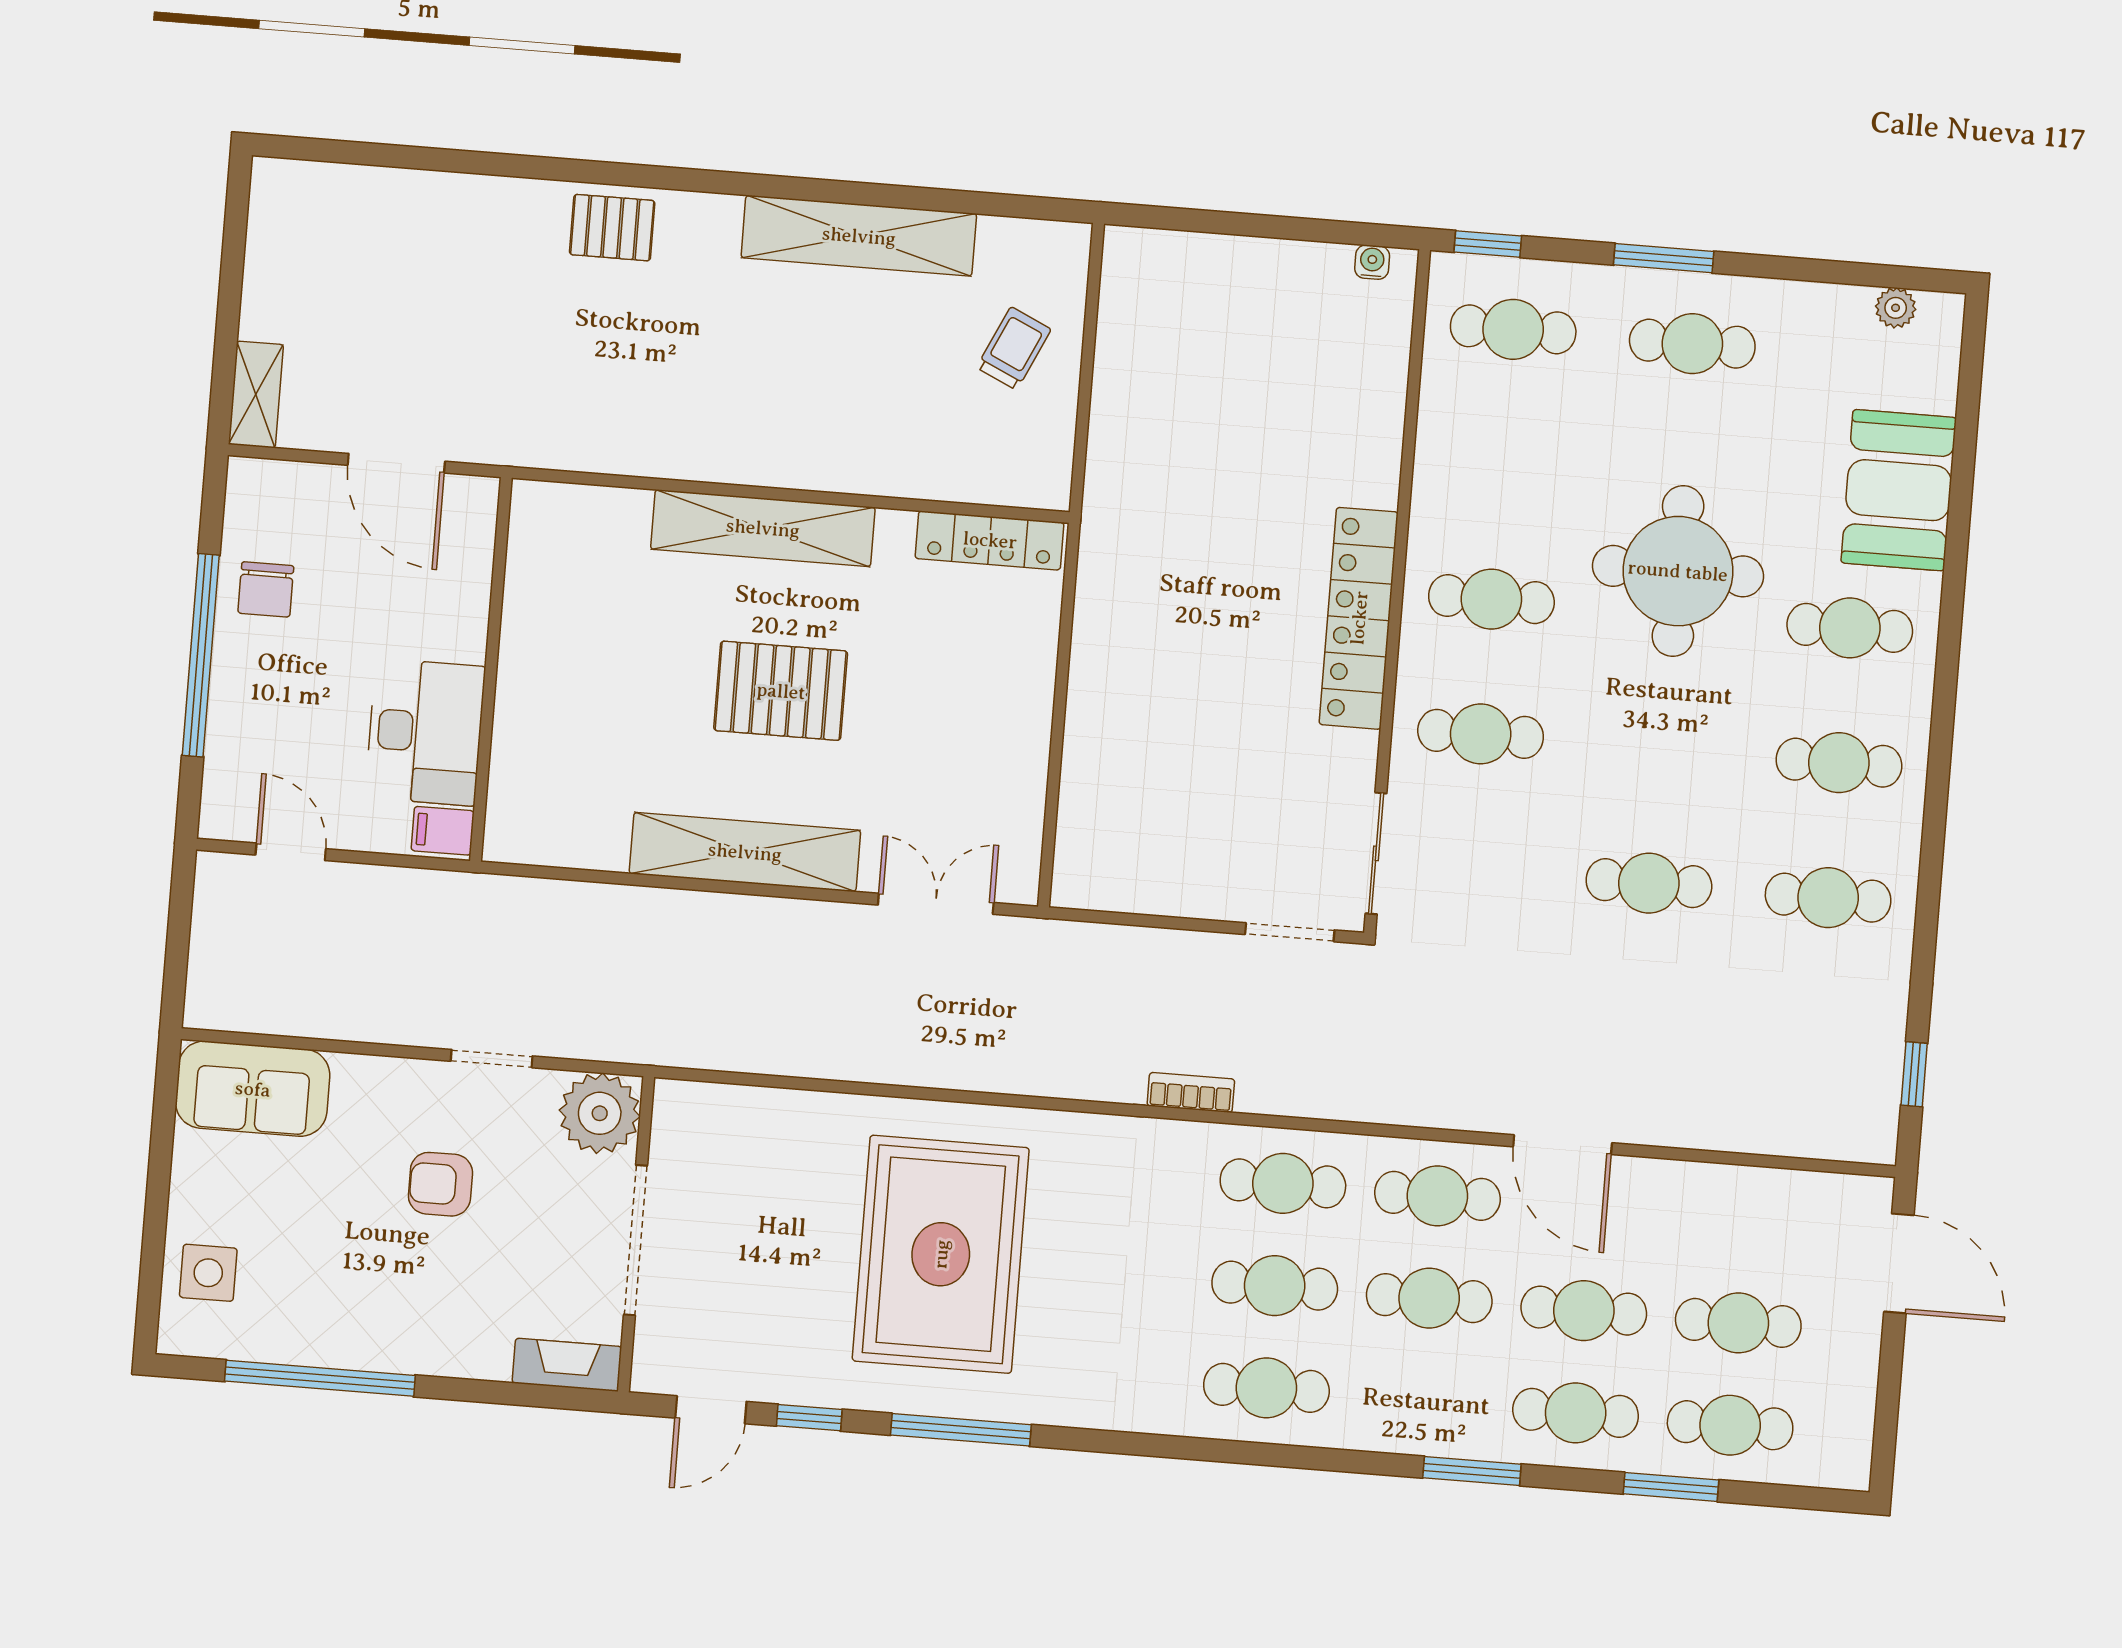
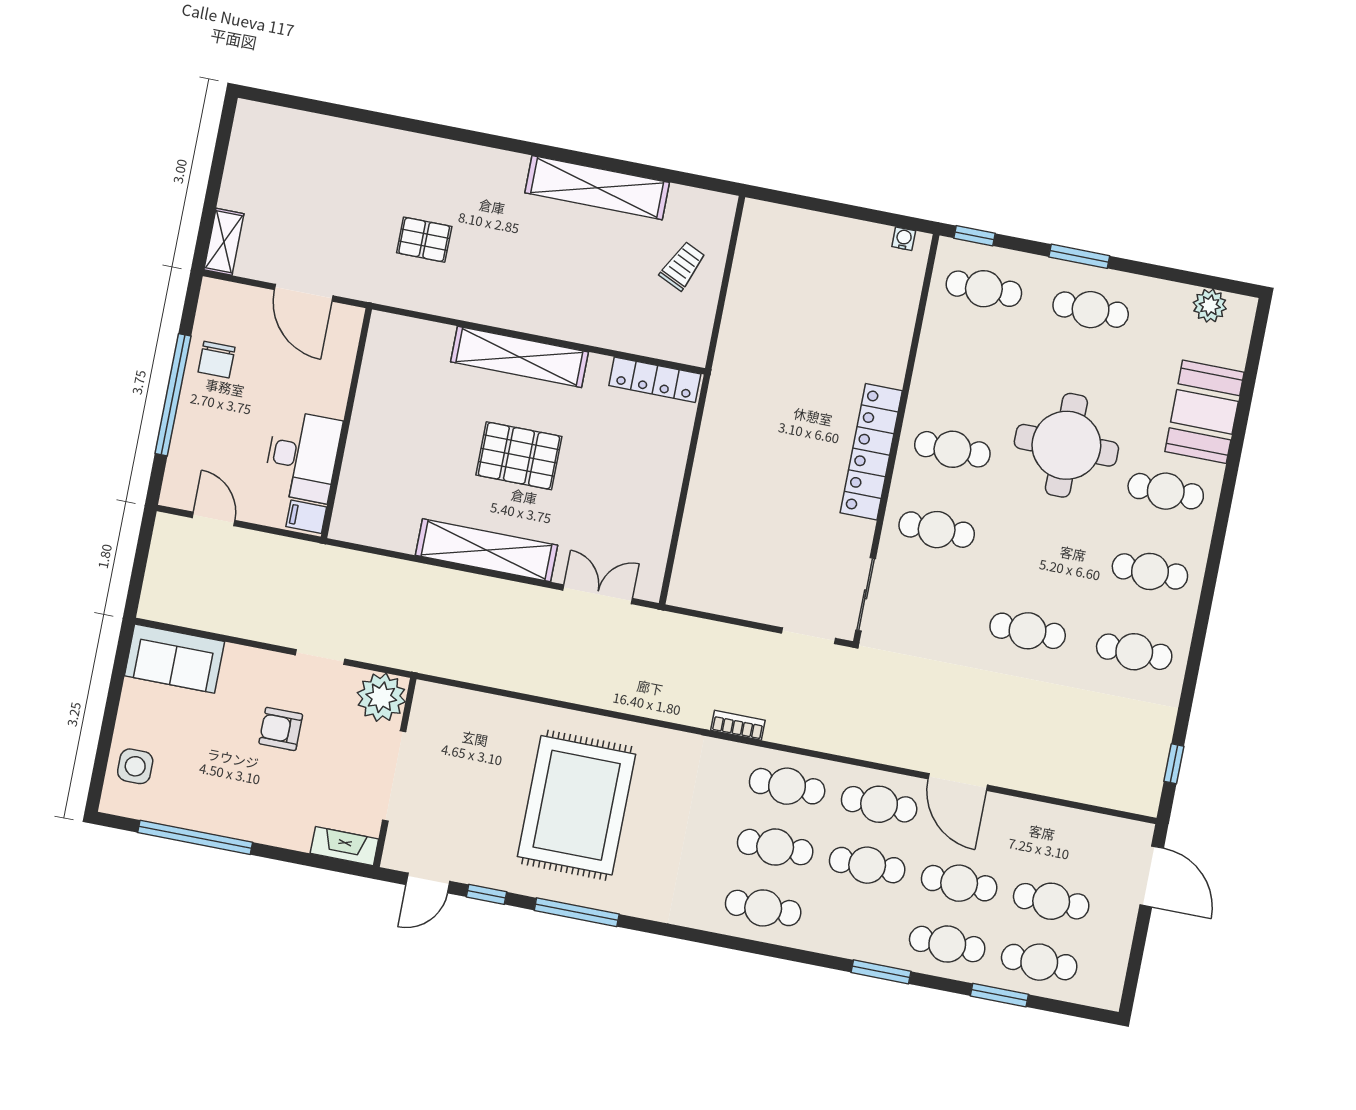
pallet: (612, 228) -> (424, 240), moved
plant: (1896, 308) -> (1210, 306), width x1.38, depth x1.38

